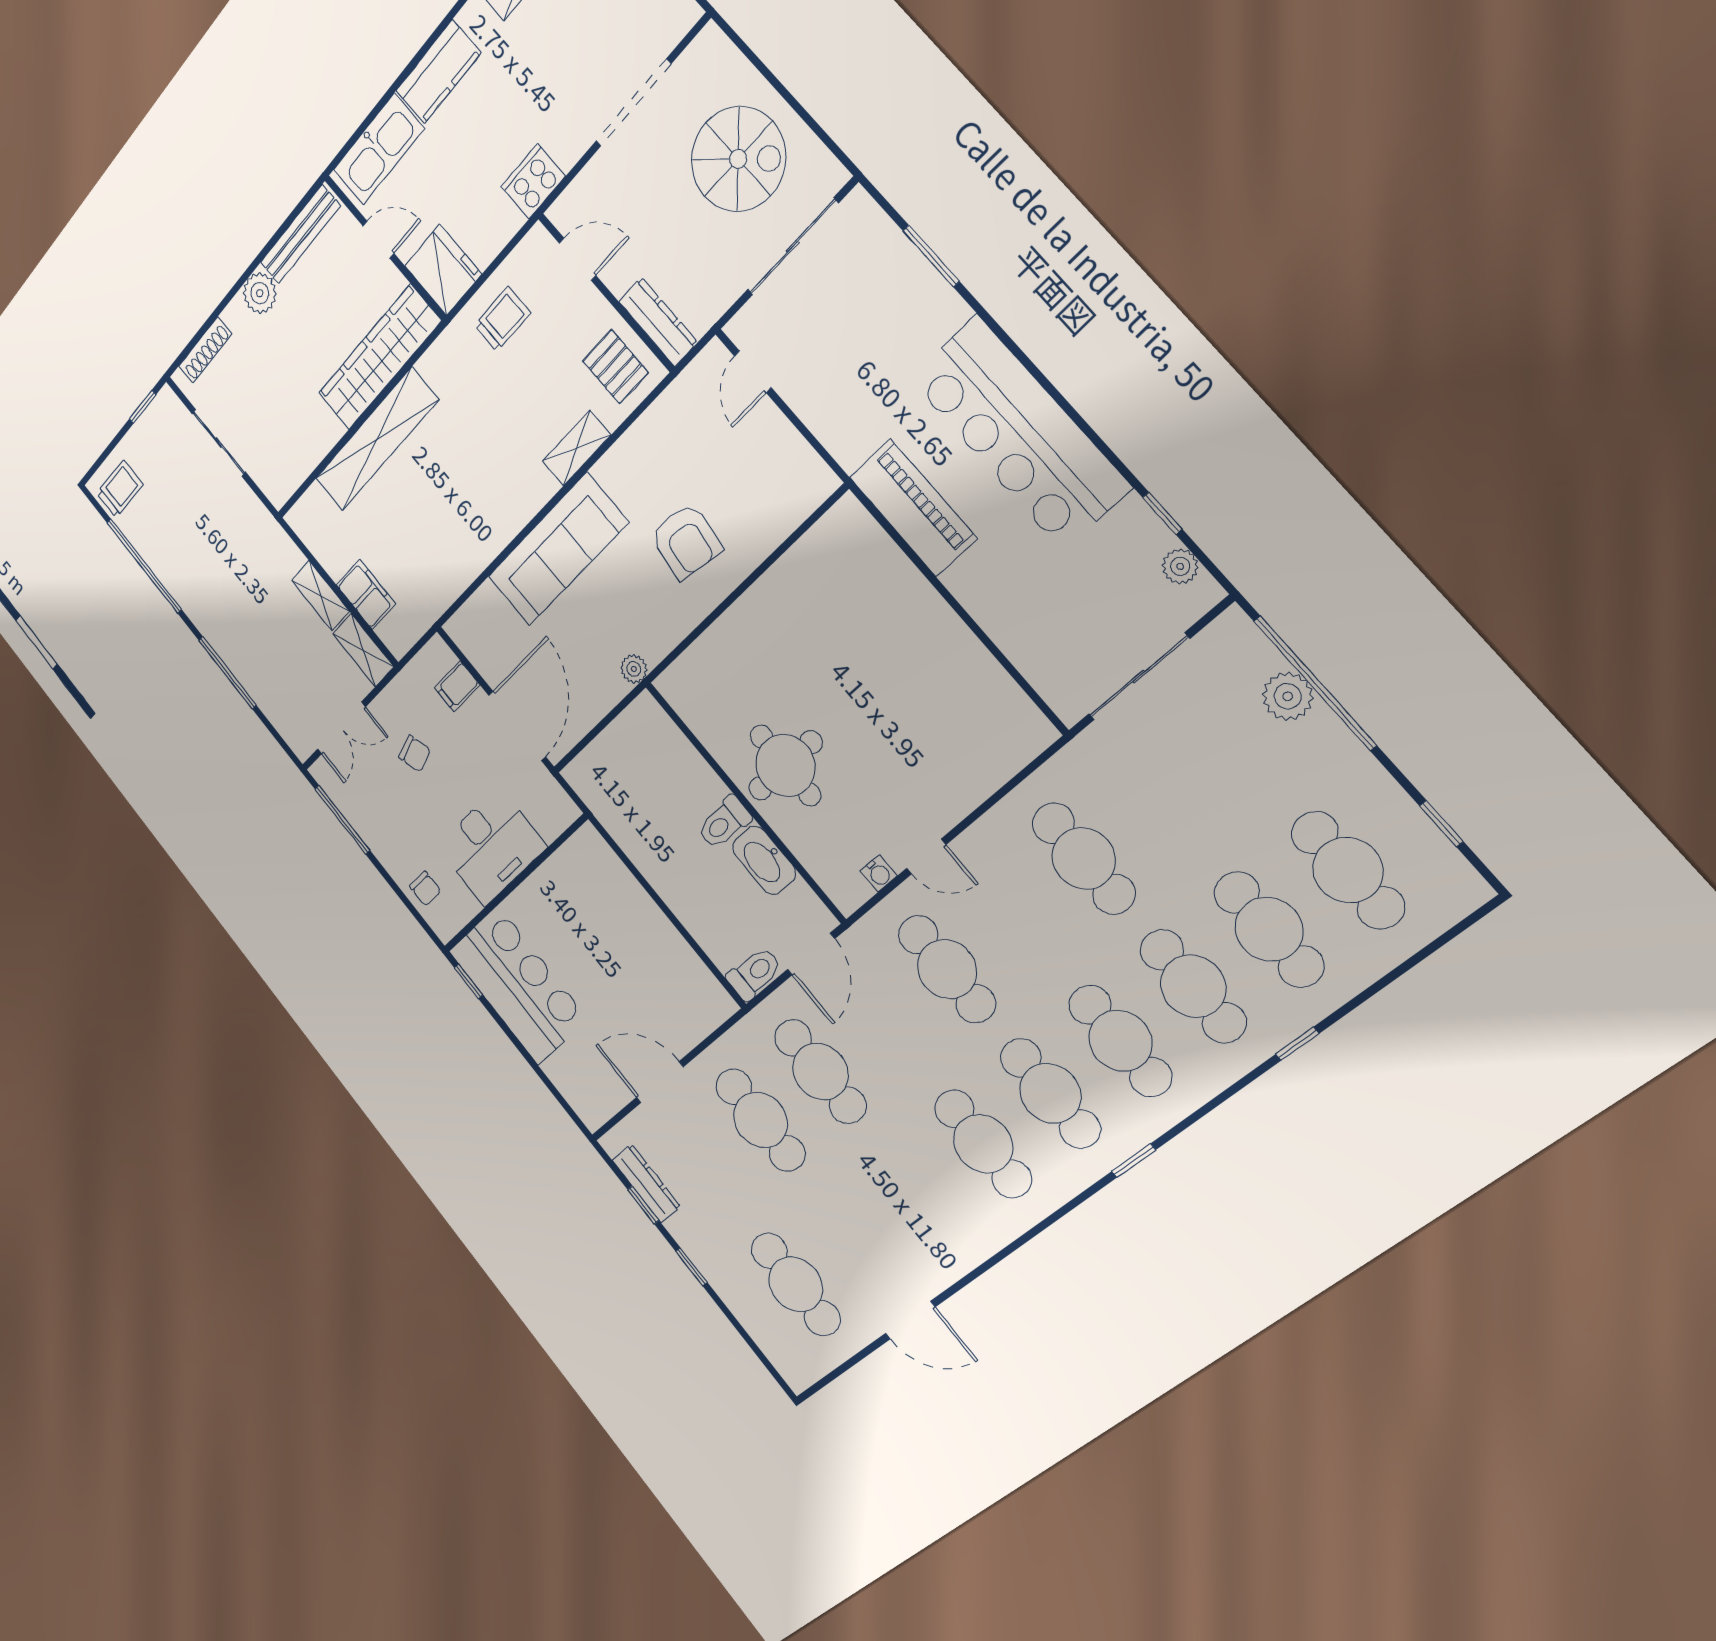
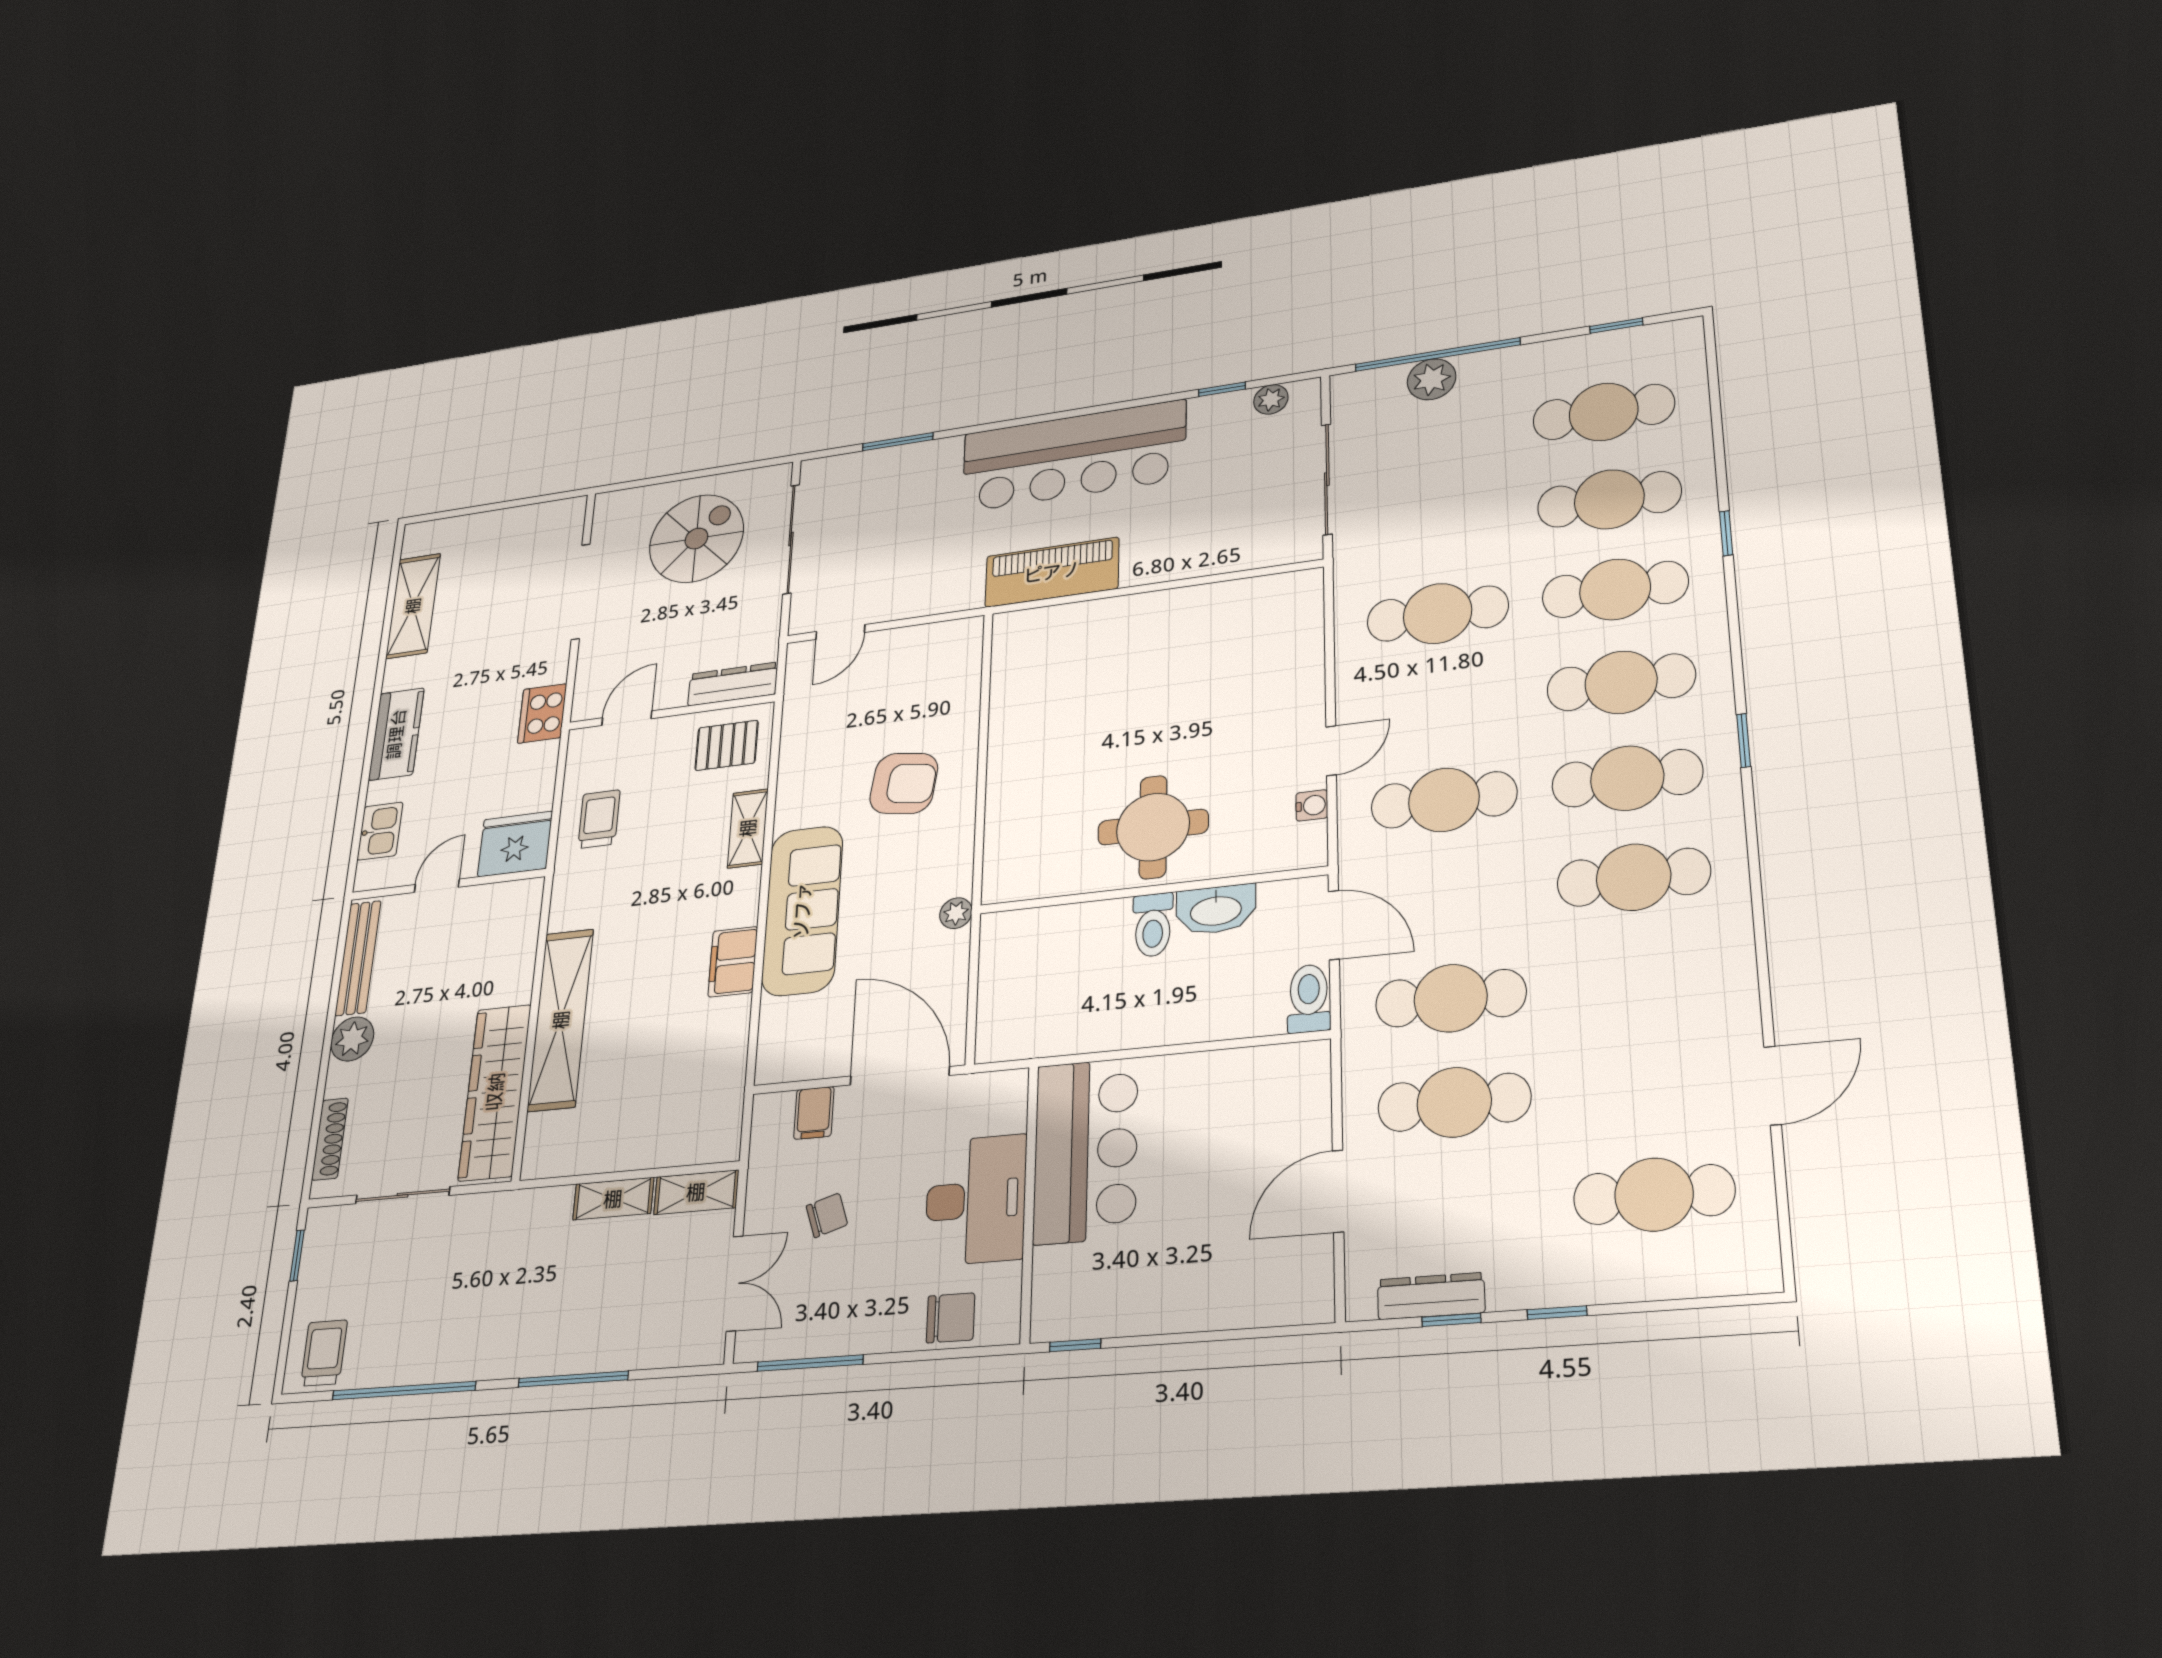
kitchen sink: (379, 149) -> (380, 831), width x0.53, depth x0.81
wardrobe: (379, 358) -> (495, 1092), moved
door: (753, 372) -> (840, 632), hinge flipped
filing cabinet: (366, 594) -> (733, 962), moved, turned -90
chair: (425, 889) -> (951, 1318), width x1.37, depth x1.37
bar counter: (518, 985) -> (1086, 1151), moved, turned 90

